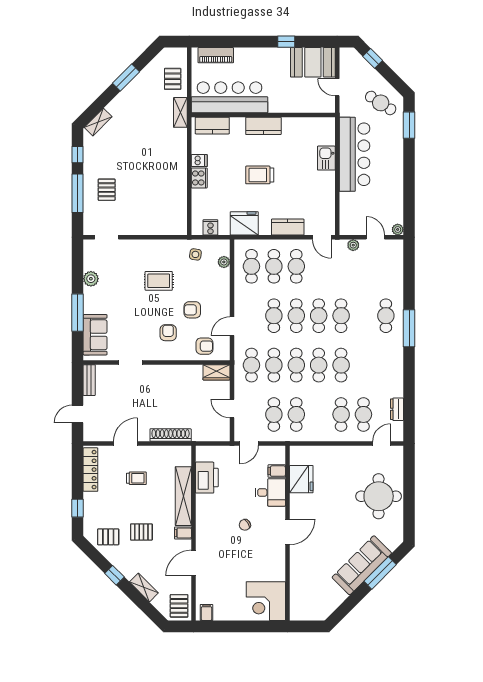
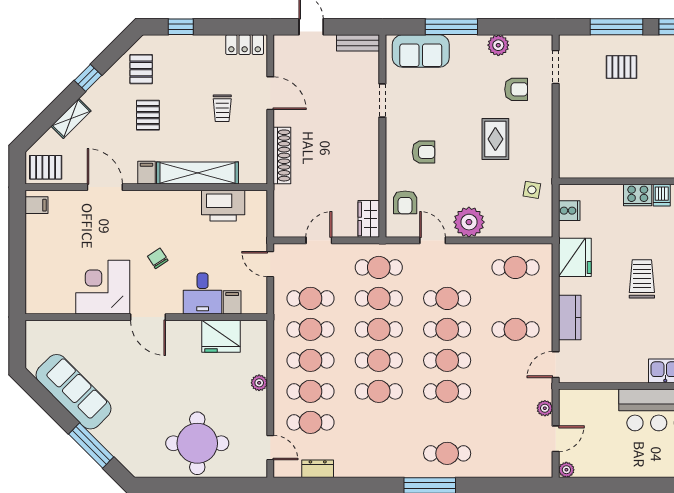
plant: (224, 262) -> (469, 222), moved, width x1.87, depth x1.87
cafe table: (274, 266) -> (310, 360), moved
armchair: (192, 310) -> (516, 89), moved, turned 90
plant: (335, 452) -> (259, 383), added
locker: (90, 470) -> (245, 45), width x0.66
sofa: (362, 565) -> (73, 392), moved
corner desk: (266, 601) -> (103, 287), moved

